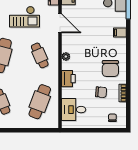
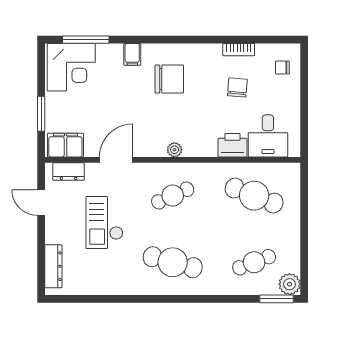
checkout: (24, 17) -> (104, 223), turned 180
chair: (110, 69) -> (169, 79), moved
printer: (68, 79) -> (232, 145), moved

